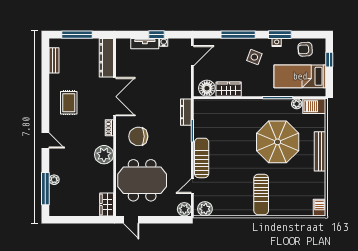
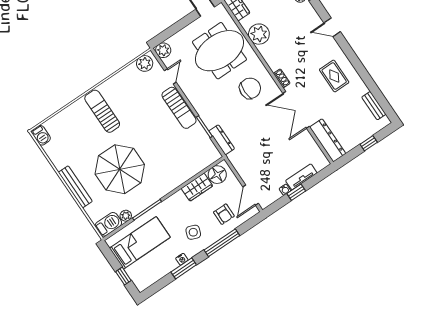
window: (77, 35) -> (369, 143), width x0.46
armchair: (305, 49) -> (224, 214), moved, turned 94
plant: (104, 155) -> (259, 34), moved

